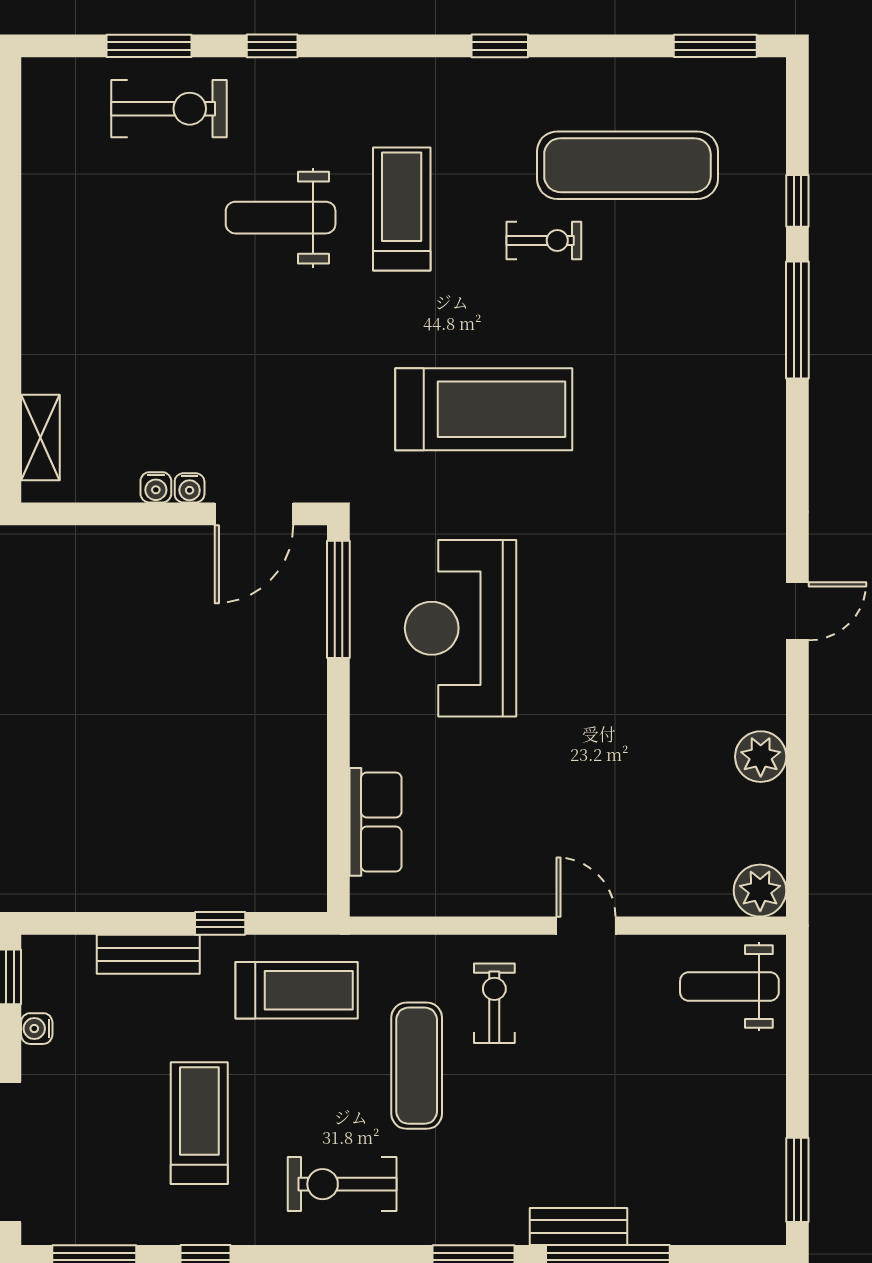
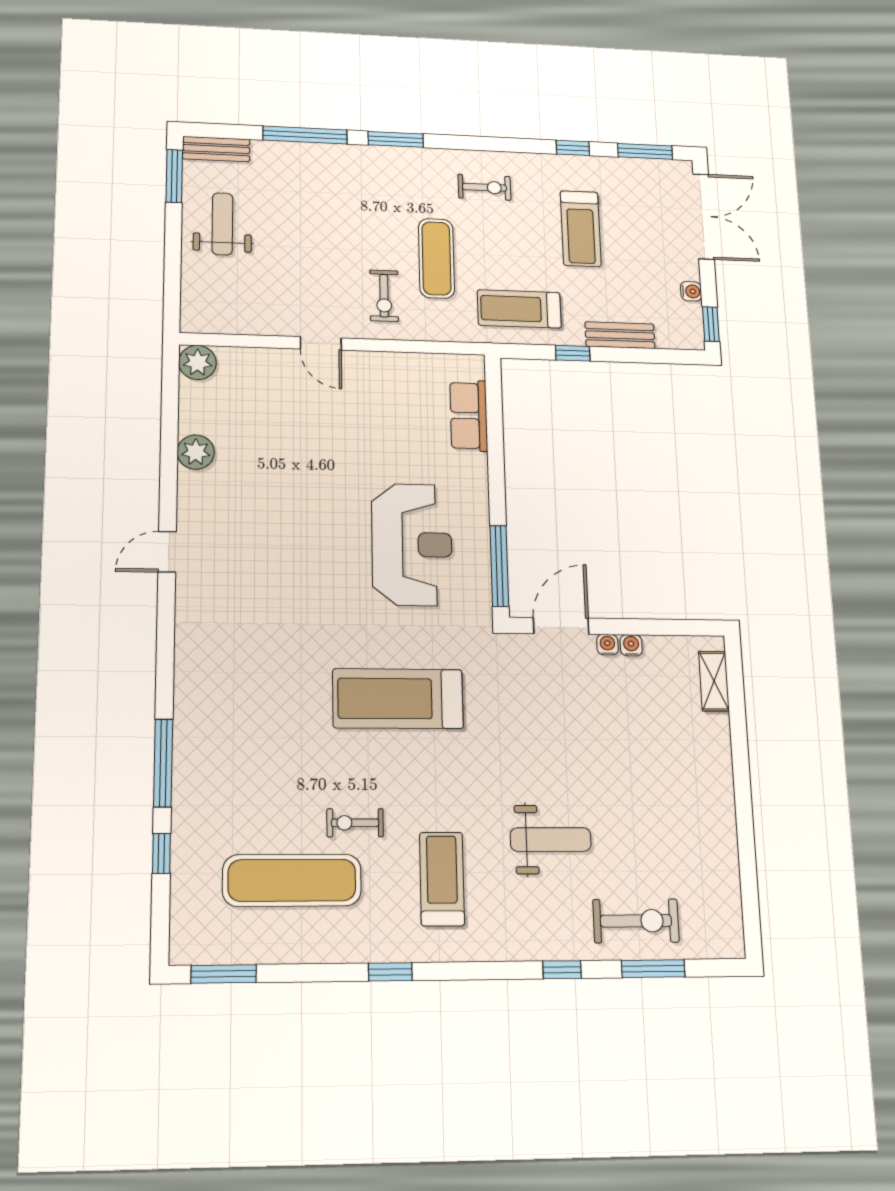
exercise bike: (169, 109) -> (636, 921), turned 180
treadmill: (402, 209) -> (442, 879), moved, turned 180
weight bench: (729, 987) -> (222, 224), moved, turned -90
exercise bike: (342, 1184) -> (484, 187), width x0.73, depth x0.72
bench: (578, 1226) -> (216, 149), moved

